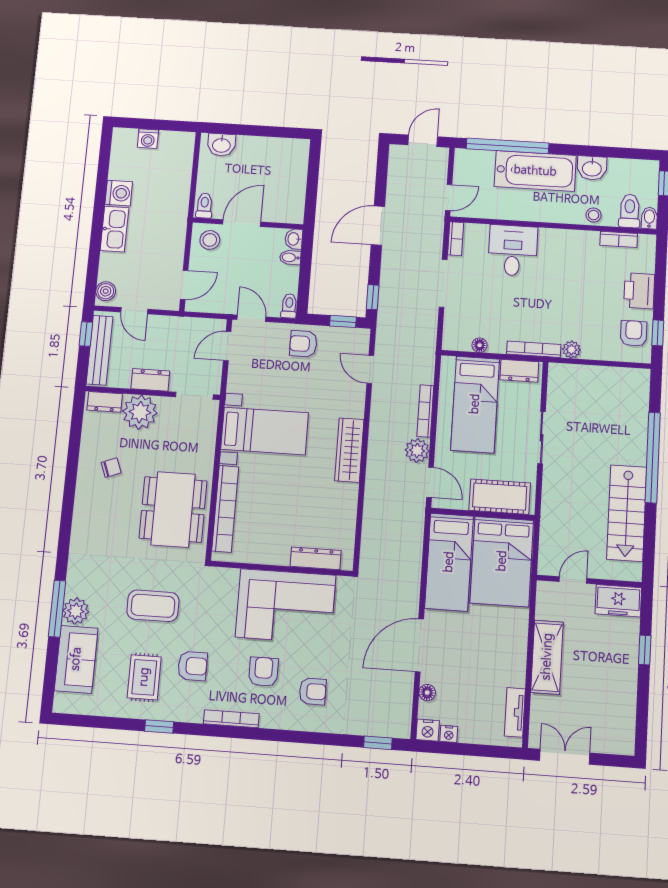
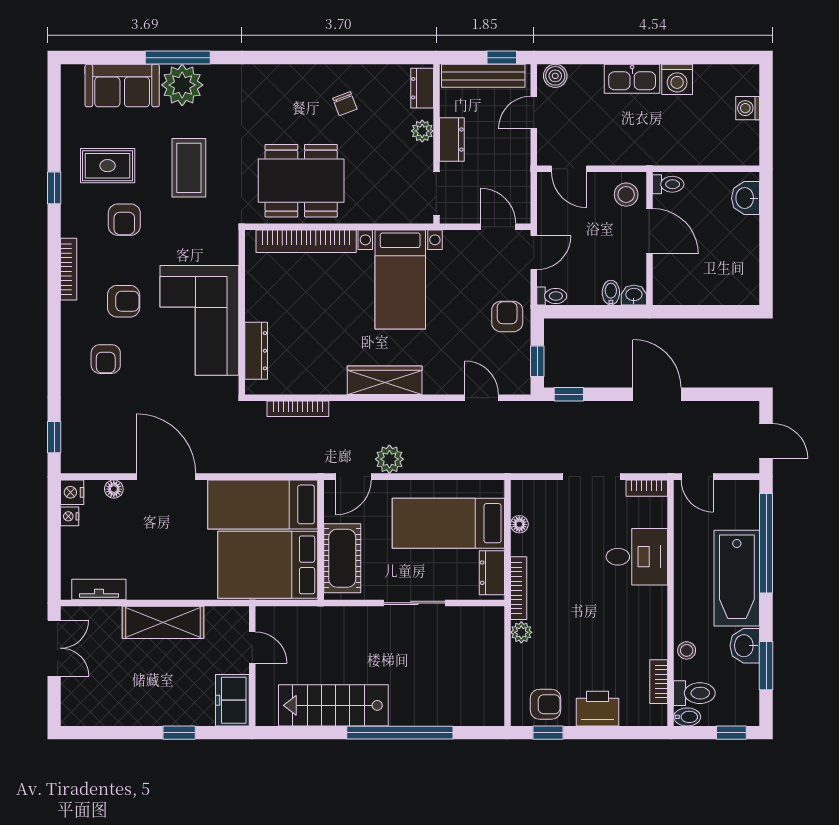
window: (609, 152) -> (766, 666), added
door: (370, 369) -> (482, 398), hinge flipped
bookcase: (425, 411) -> (298, 409), moved, turned 180
plant: (140, 412) -> (422, 131), width x0.53, depth x0.53
plant: (76, 611) -> (182, 85), width x1.36, depth x1.36

